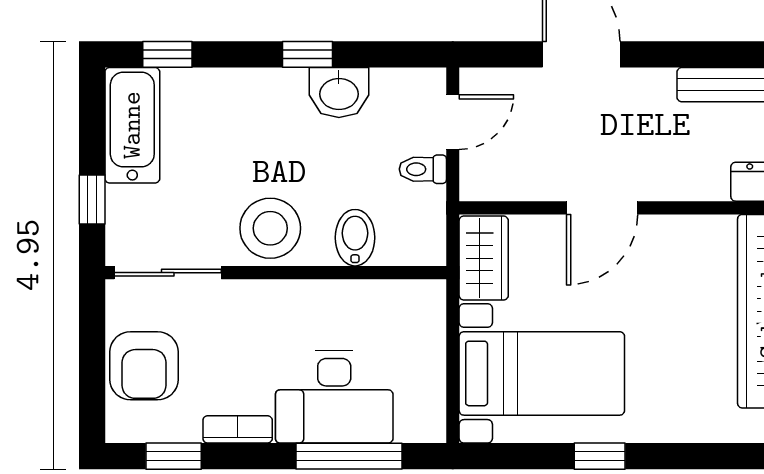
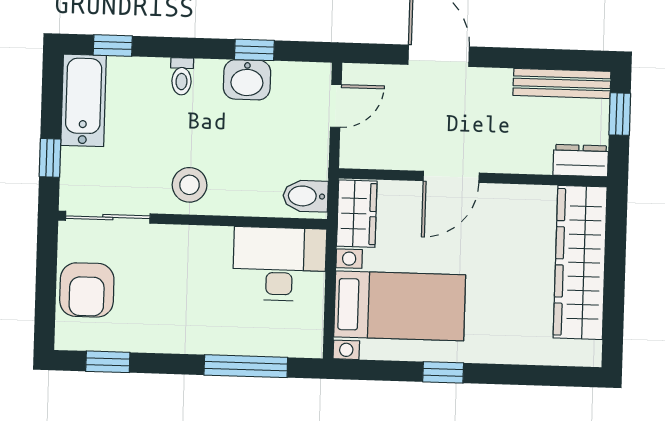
window: (307, 54) -> (254, 50), moved
toilet: (423, 169) -> (182, 76), moved, turned -90
stool: (270, 228) -> (190, 185), width x0.73, depth x0.73
bidet: (355, 238) -> (305, 196), moved, turned -90
desk: (334, 397) -> (279, 264), moved, turned 180
bookcase: (238, 429) -> (159, 342), removed

